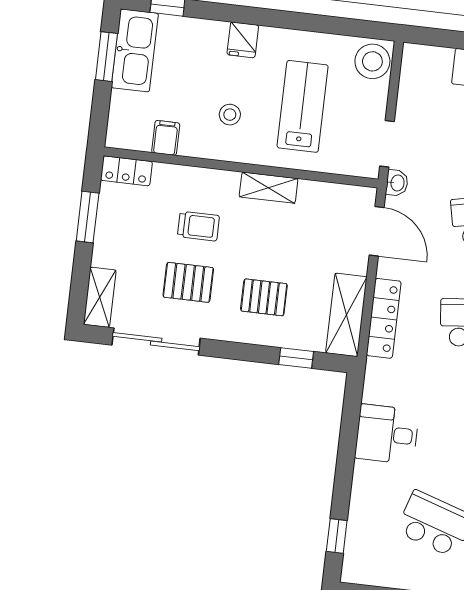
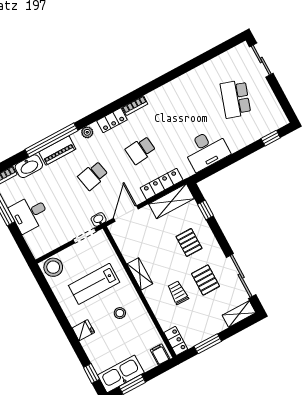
filing cabinet: (166, 138) -> (160, 354), moved, turned 90
desk: (387, 434) -> (206, 150), width x1.37

